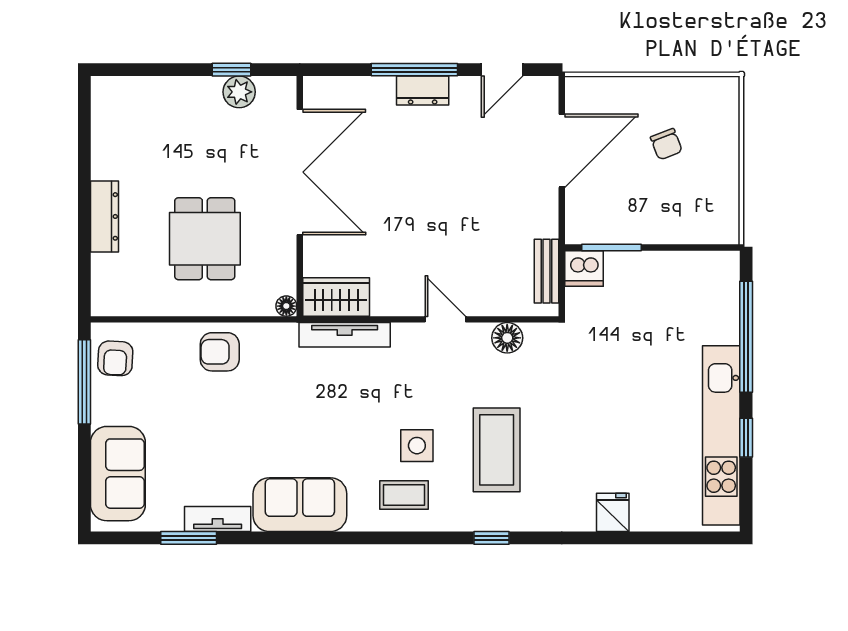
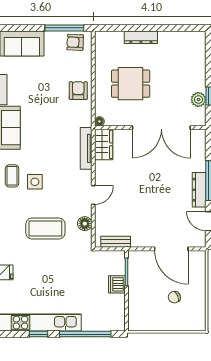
dresser: (423, 91) -> (199, 190), width x1.44
dishwasher: (584, 269) -> (117, 284), moved
coffee table: (497, 450) -> (45, 228), moved

